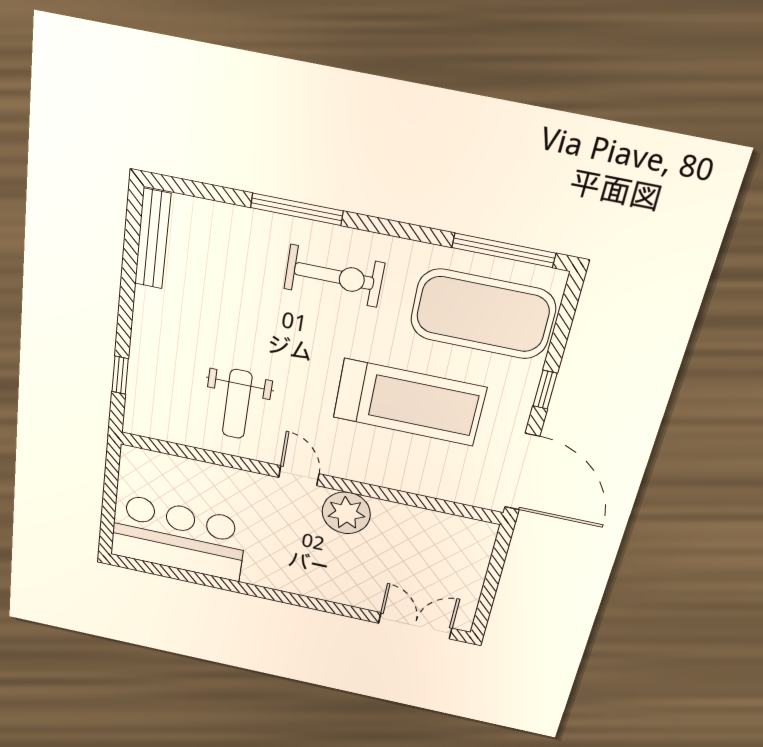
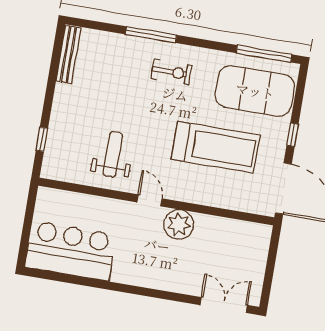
exercise bike: (334, 276) -> (171, 72), width x0.73, depth x0.72
weight bench: (237, 404) -> (113, 154), turned 180

